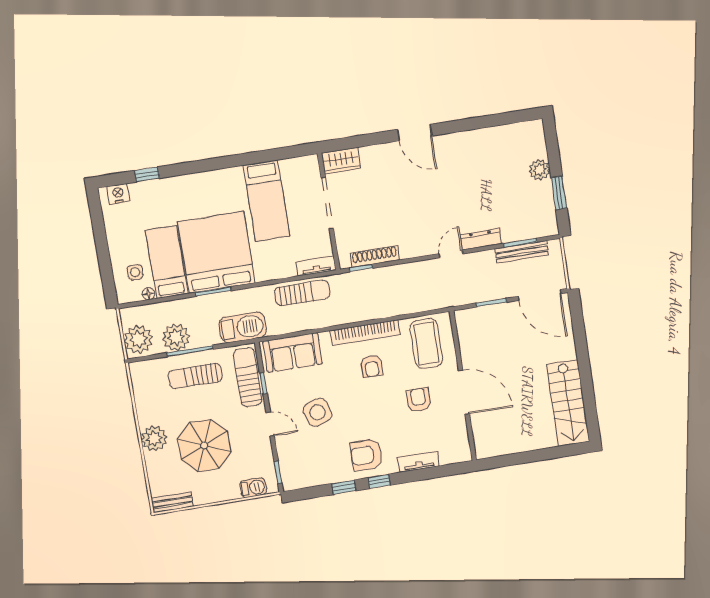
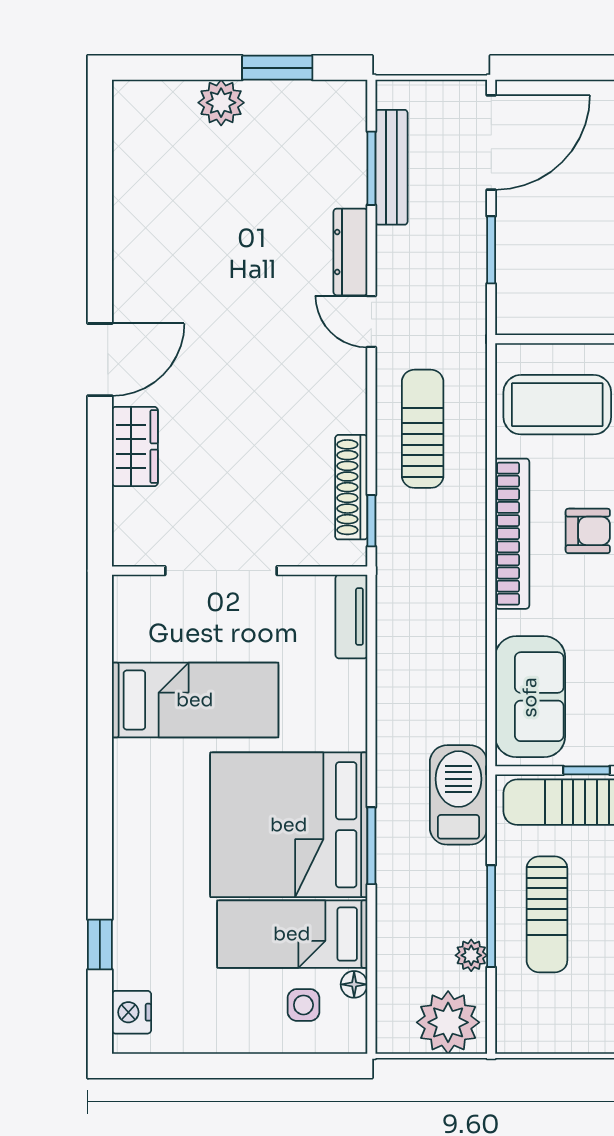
wardrobe: (341, 161) -> (135, 447), moved
sun lounger: (302, 293) -> (423, 429), moved
plant: (176, 337) -> (471, 955), width x0.53, depth x0.53

